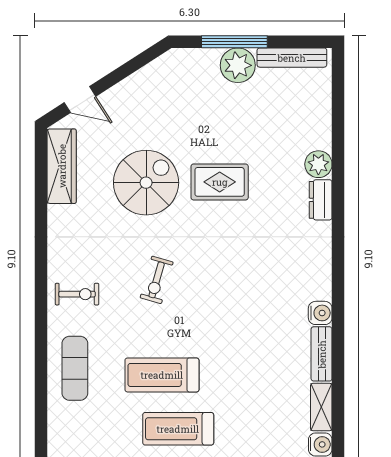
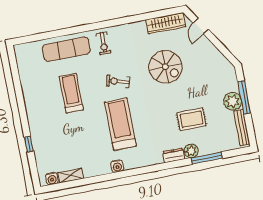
window: (338, 137) -> (206, 158), added
rug: (220, 182) -> (191, 119), moved, turned 90
bench: (322, 354) -> (97, 171), removed
exercise mat: (75, 368) -> (66, 49), width x1.36, depth x1.45
treadmill: (178, 429) -> (120, 124), moved, width x1.37, depth x1.38

